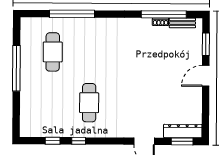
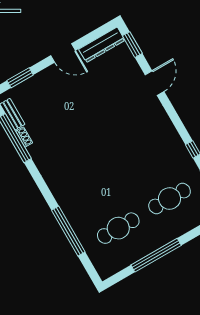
door: (206, 76) -> (63, 53), moved
cafe table: (89, 103) -> (170, 198), moved
dresser: (183, 131) -> (102, 45), moved, turned -90

